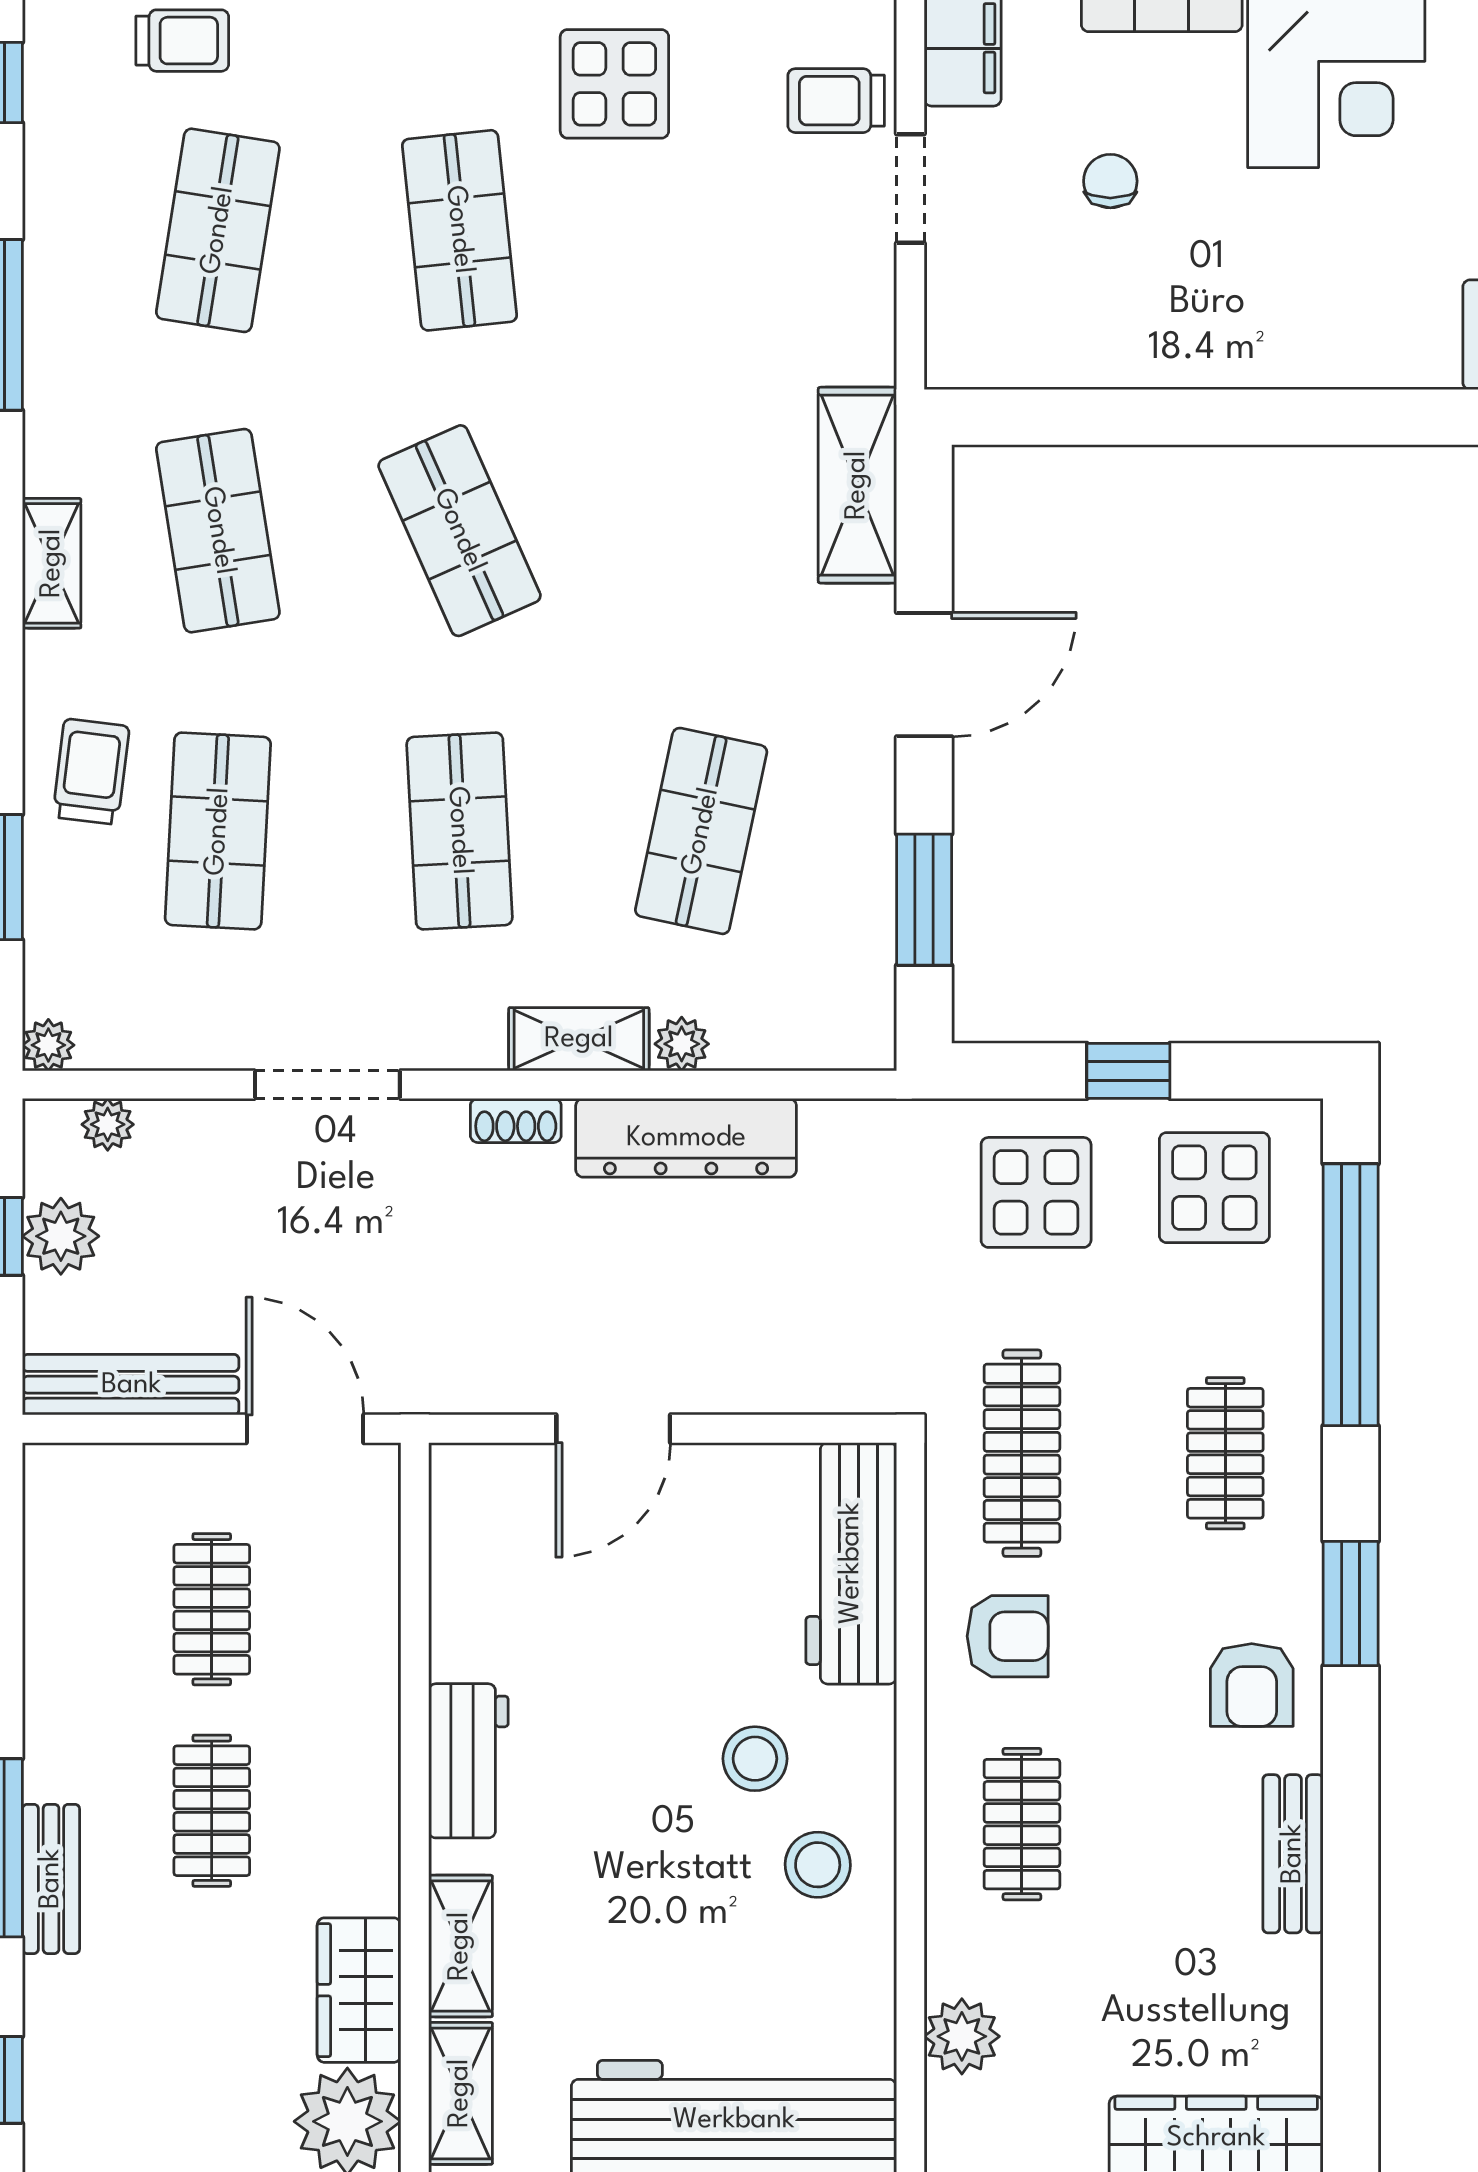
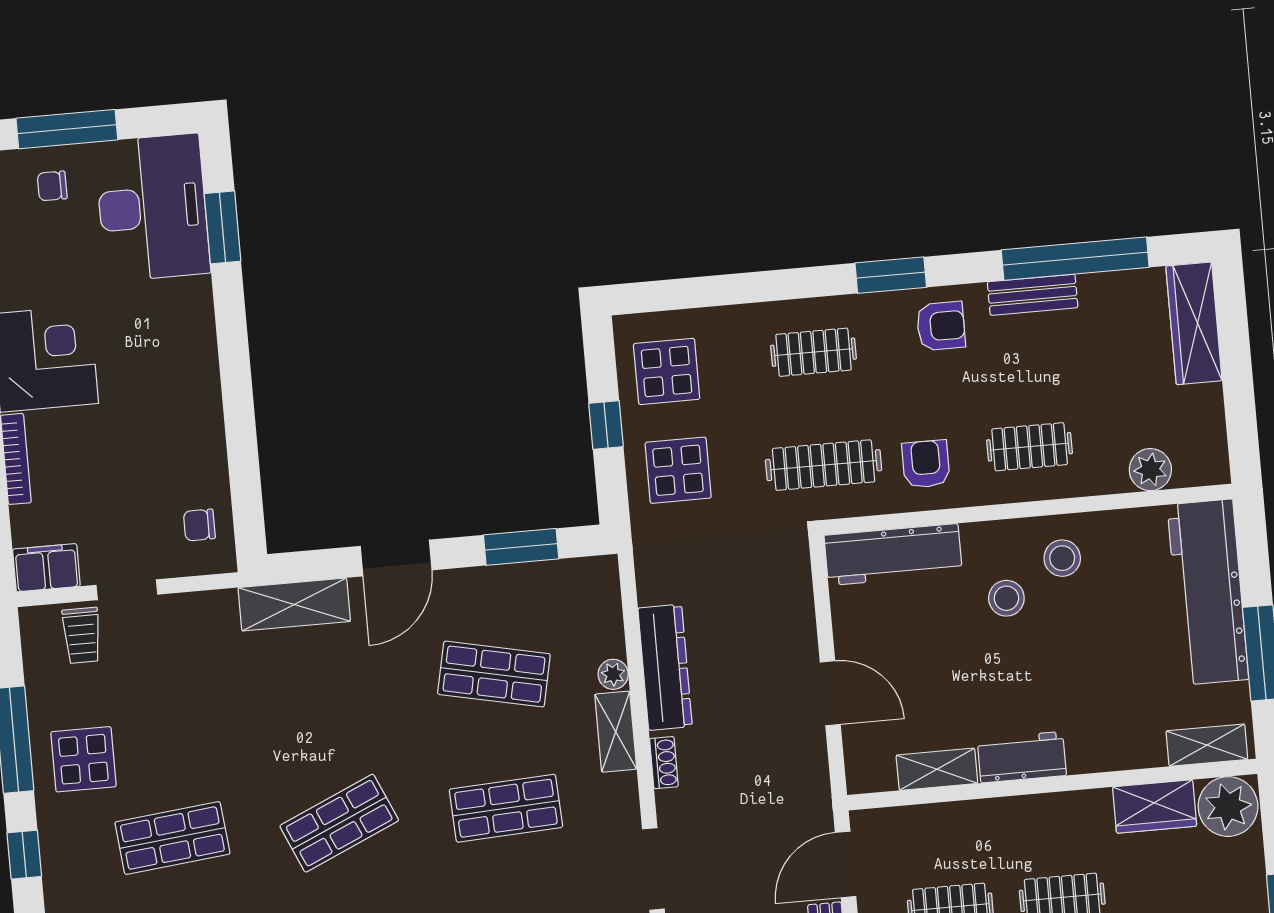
chair: (1110, 181) -> (199, 525), moved
door: (924, 675) -> (396, 558), swing flipped
window: (1351, 1295) -> (1075, 259), moved
shelving: (460, 1946) -> (937, 769), moved

